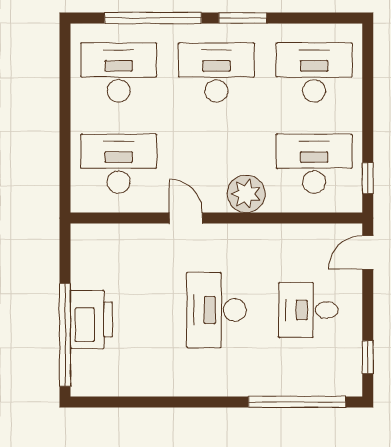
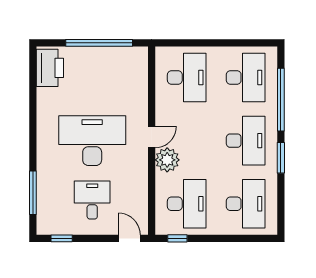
door: (186, 218) -> (152, 137), moved
desk: (216, 310) -> (92, 141), width x1.36, depth x1.30
printer: (91, 319) -> (50, 68), moved, turned -90
window: (65, 335) -> (99, 43), moved
window: (297, 402) -> (33, 193), width x0.68

